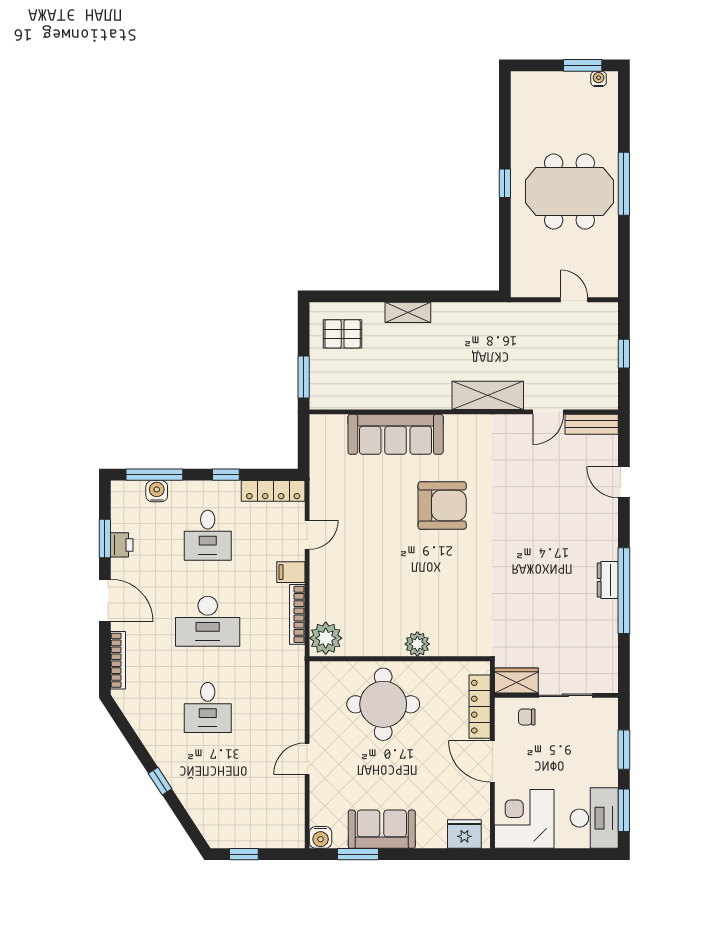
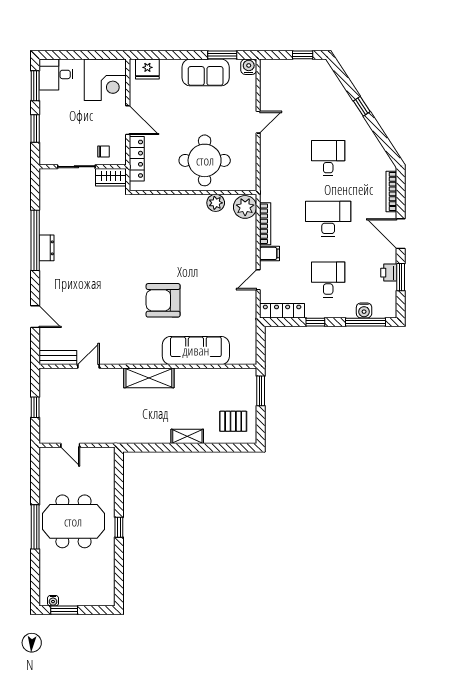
shelving: (488, 395) -> (149, 378), moved
plant: (417, 644) -> (216, 203), moved
desk: (594, 818) -> (56, 74), width x0.73

